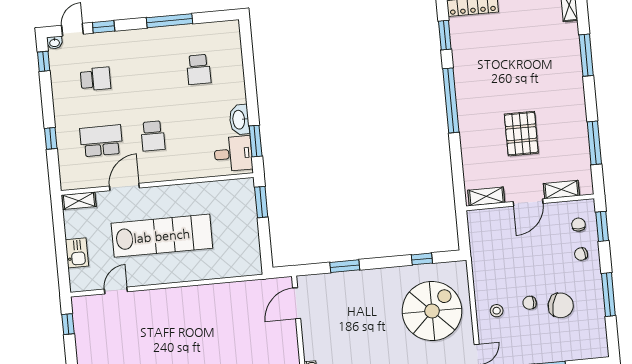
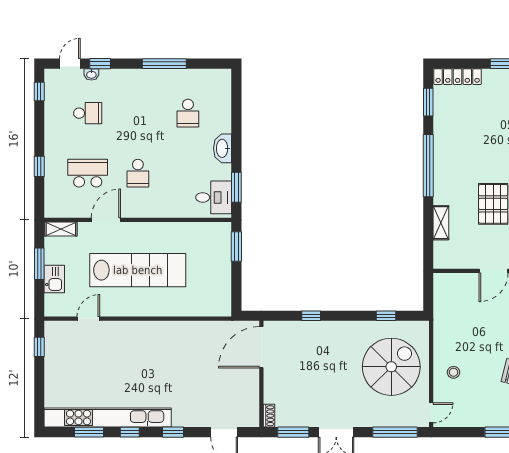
washbasin: (55, 43) -> (91, 74), moved
washbasin: (239, 120) -> (223, 148), moved
shelving: (486, 196) -> (441, 223), moved, turned 90
window: (60, 239) -> (39, 264), added
window: (345, 266) -> (311, 316), width x0.67
door: (297, 303) -> (261, 347), width x1.36
chair: (530, 303) -> (486, 368), removed

